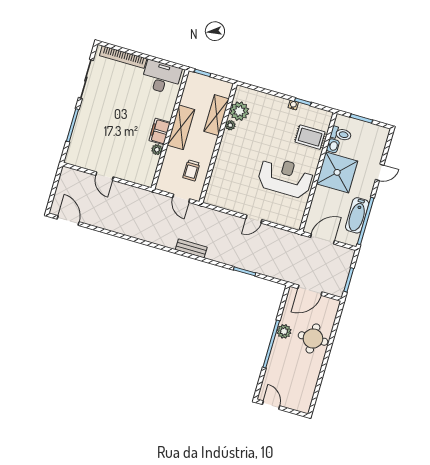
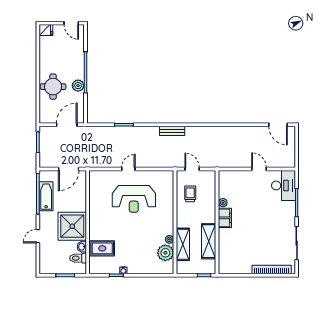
desk: (161, 77) -> (283, 185), moved, turned -90
shelving: (181, 127) -> (209, 241), moved
reception desk: (285, 177) -> (134, 199), moved
fridge: (302, 406) -> (46, 30), added

